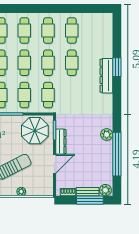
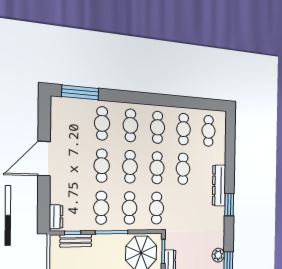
cafe table: (95, 30) -> (208, 131), added
window: (117, 67) -> (229, 205), moved

